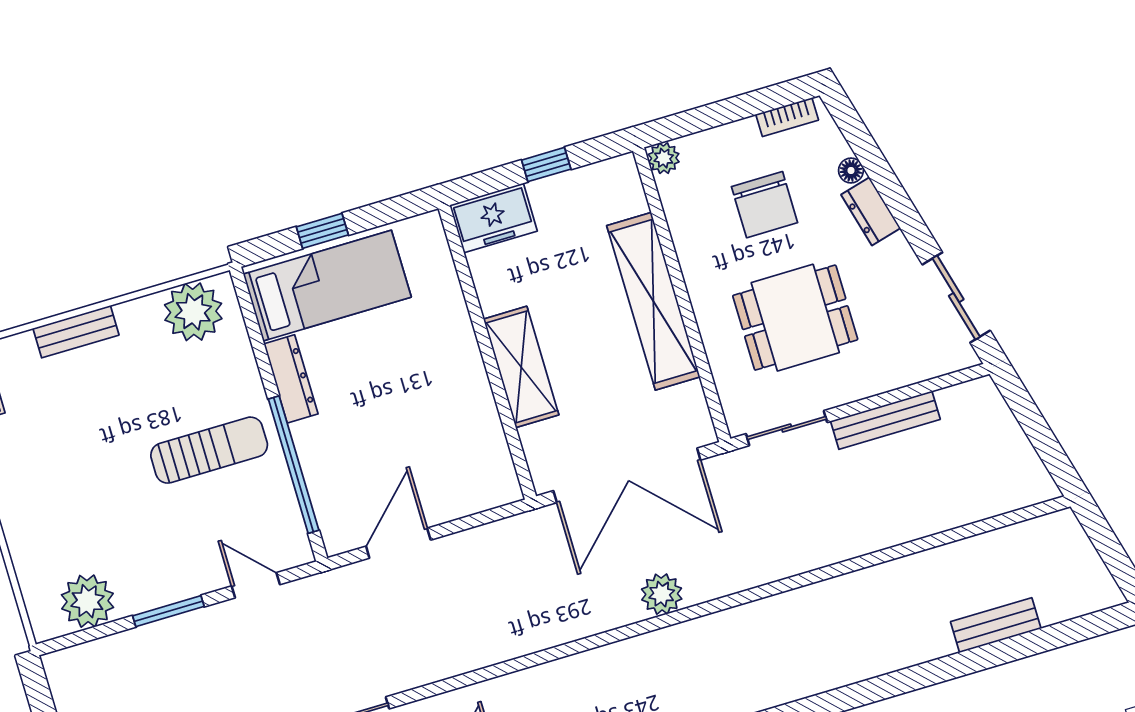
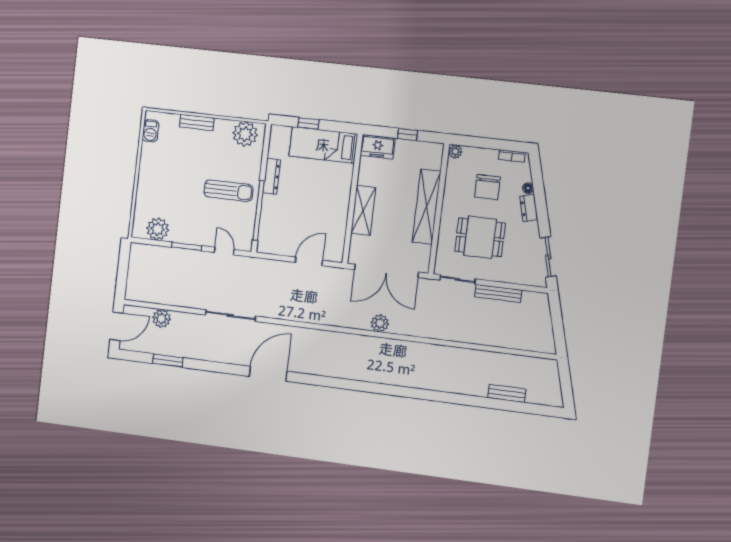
bed: (327, 286) -> (323, 145), moved, turned 180
door: (398, 543) -> (309, 261), moved

